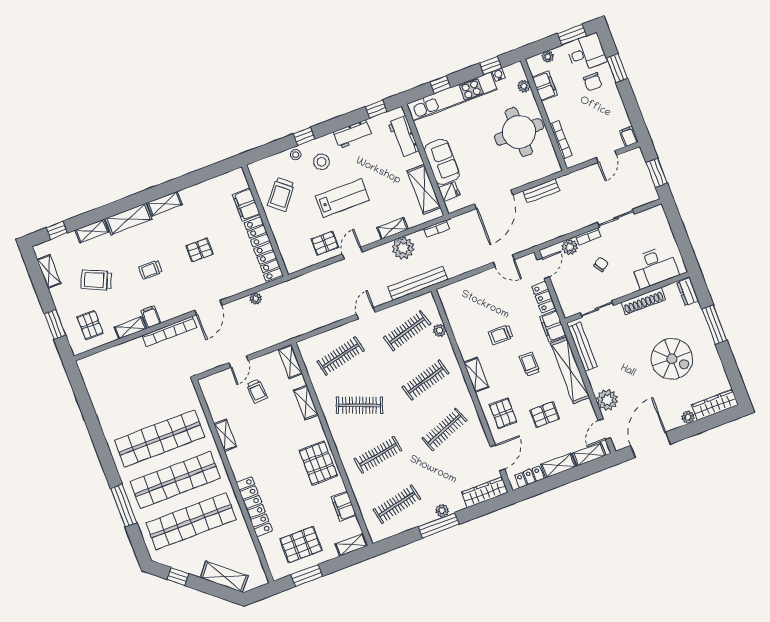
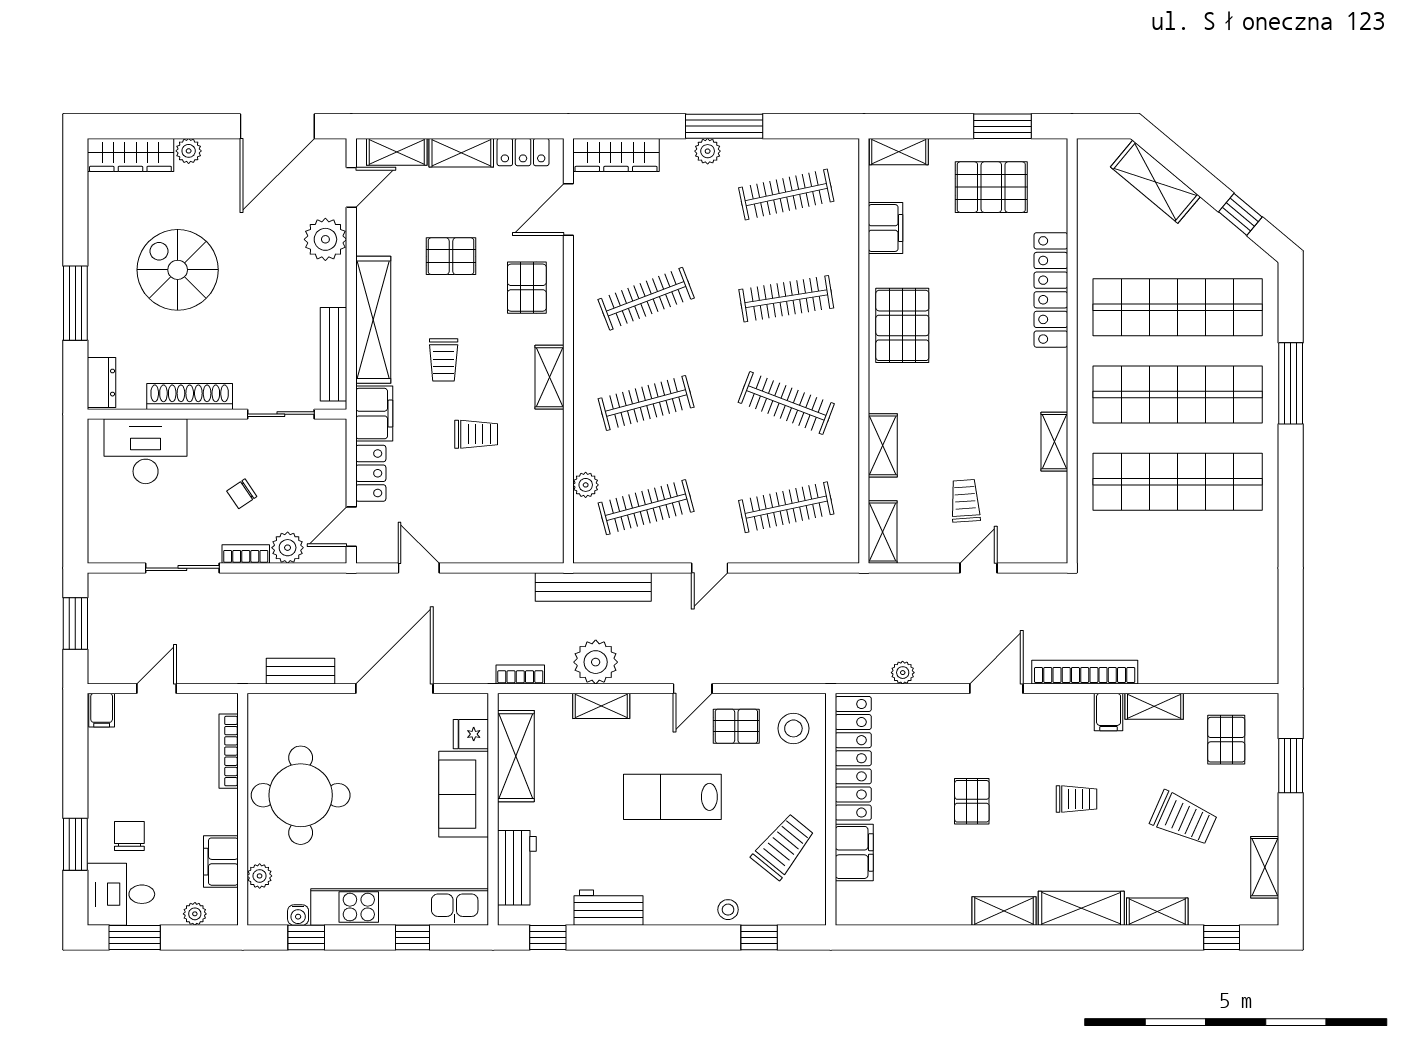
window: (304, 136) -> (759, 937), moved
stool: (322, 162) -> (793, 728), moved
pallet: (200, 250) -> (972, 801), turned 90

